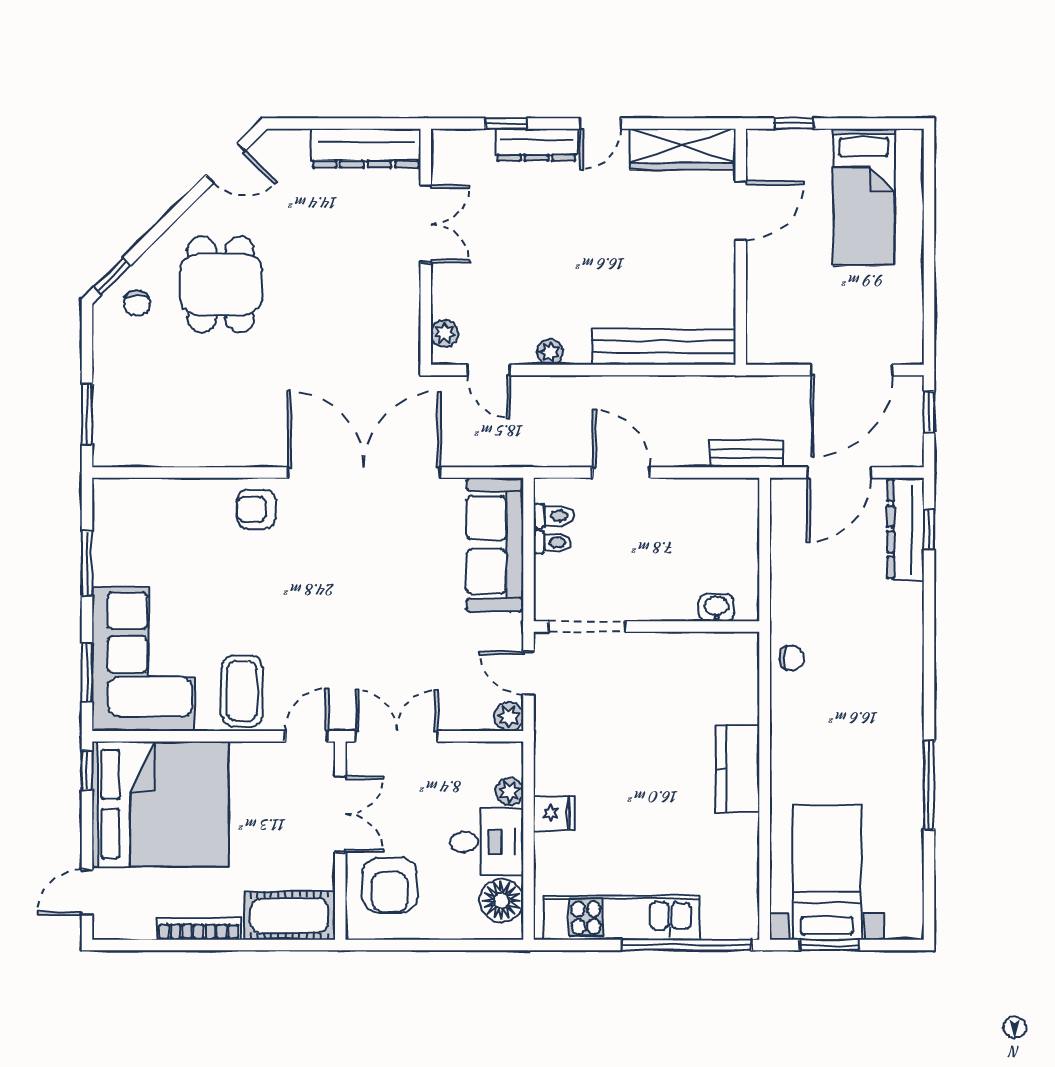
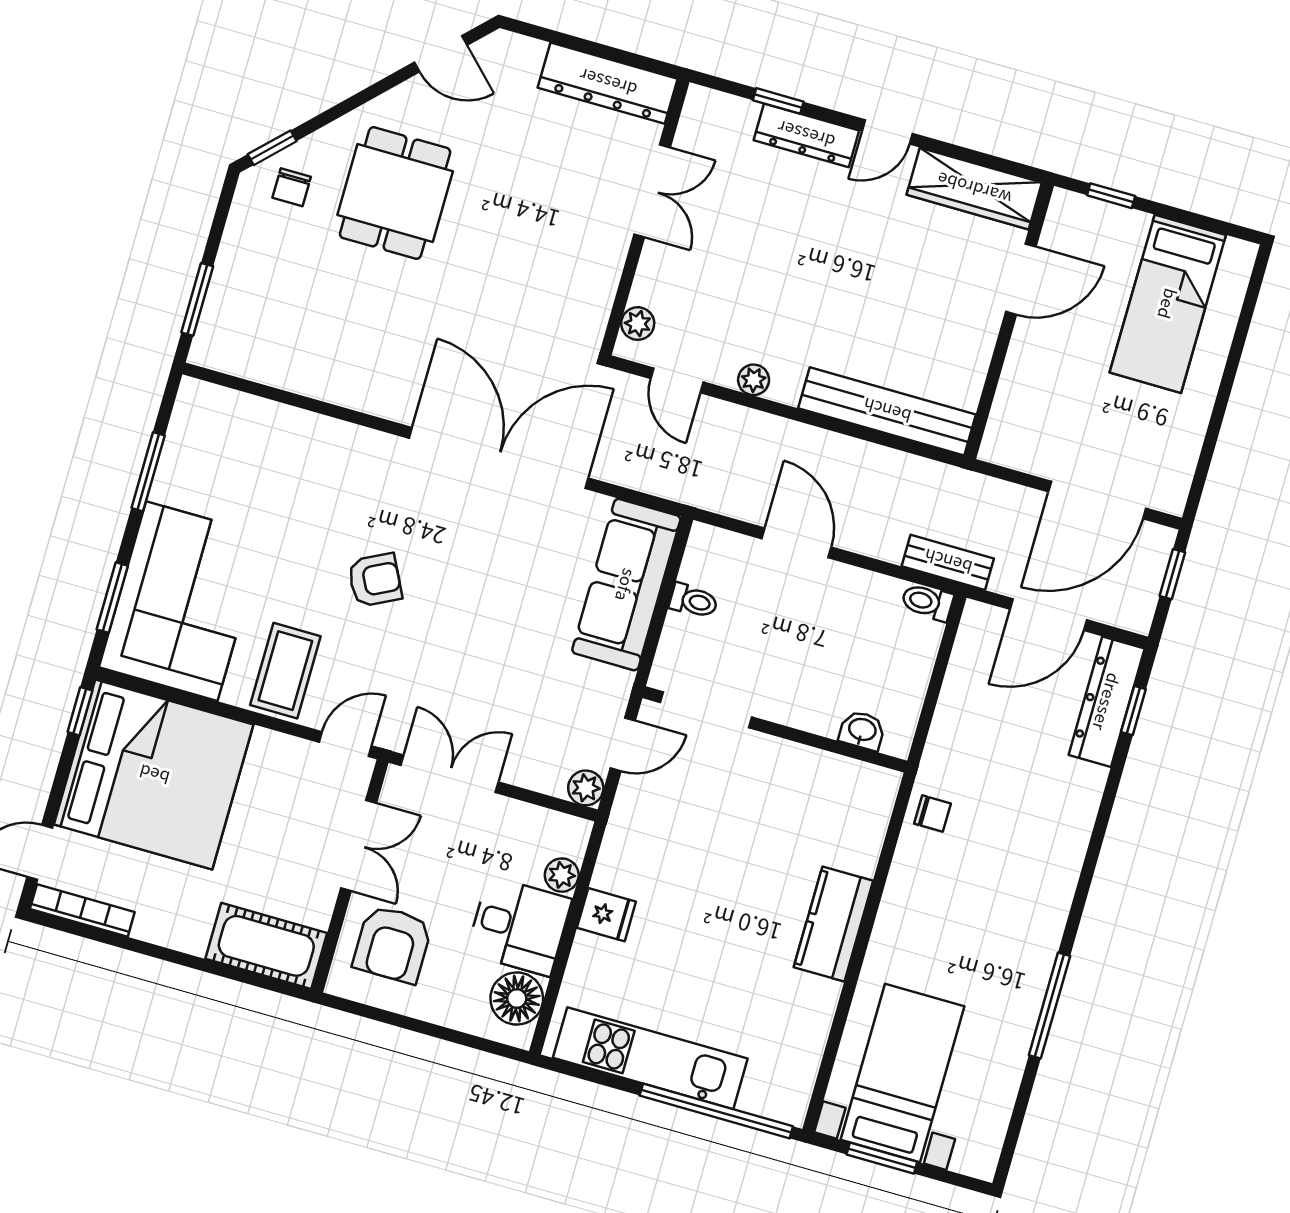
armchair: (256, 509) -> (375, 580), moved, turned 153
toilet: (554, 516) -> (927, 602), moved, turned 180
door: (528, 673) -> (623, 744), swing flipped
bookcase: (199, 929) -> (82, 910), moved

